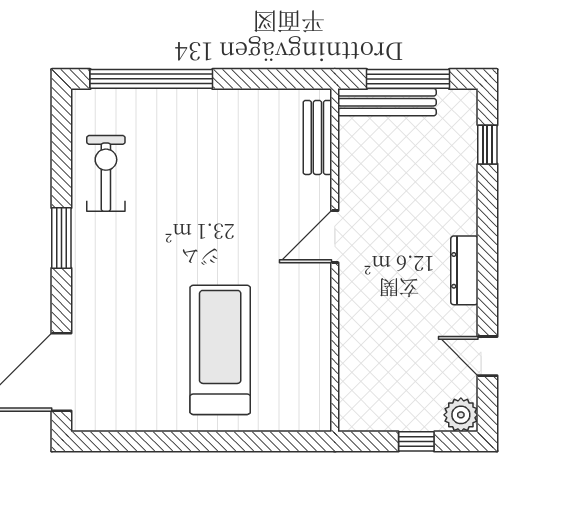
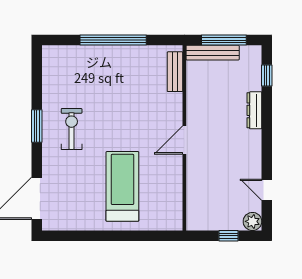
window: (151, 79) -> (113, 40), moved
exercise bike: (106, 173) -> (72, 129), moved
door: (335, 237) -> (184, 140), moved
dresser: (464, 270) -> (254, 110), moved

